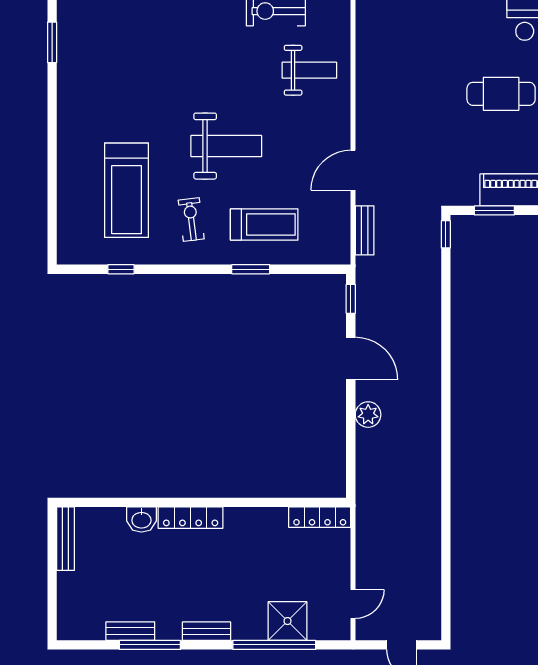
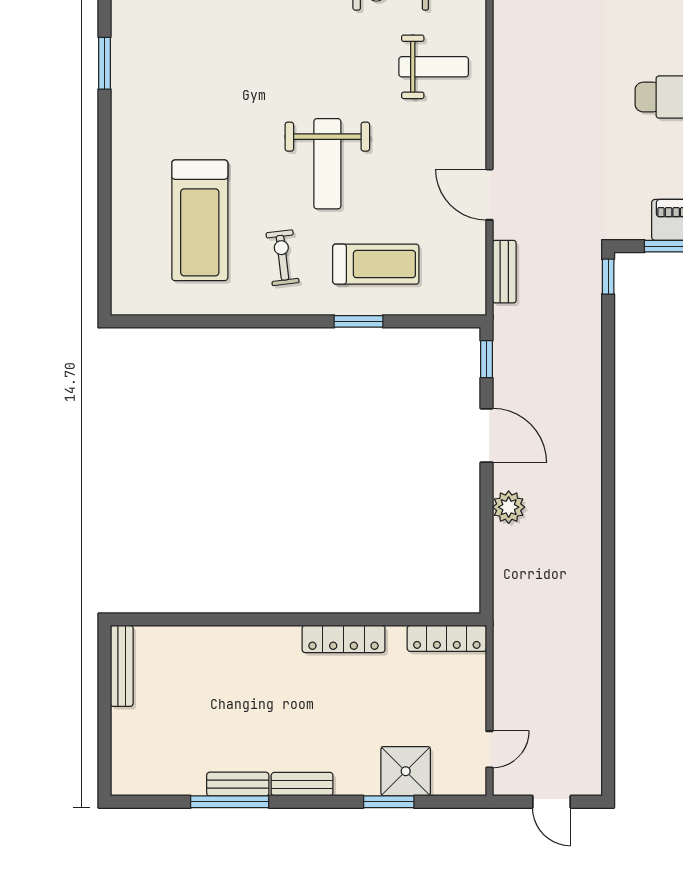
window: (52, 42) -> (105, 63), moved
weight bench: (226, 146) -> (327, 164), turned 90
door: (353, 170) -> (489, 195), hinge flipped
window: (121, 269) -> (193, 321), removed
locker: (191, 518) -> (344, 639), moved
washbasin: (141, 519) -> (219, 641), removed
bench: (130, 631) -> (238, 784), moved
window: (274, 645) -> (389, 802), width x0.47

